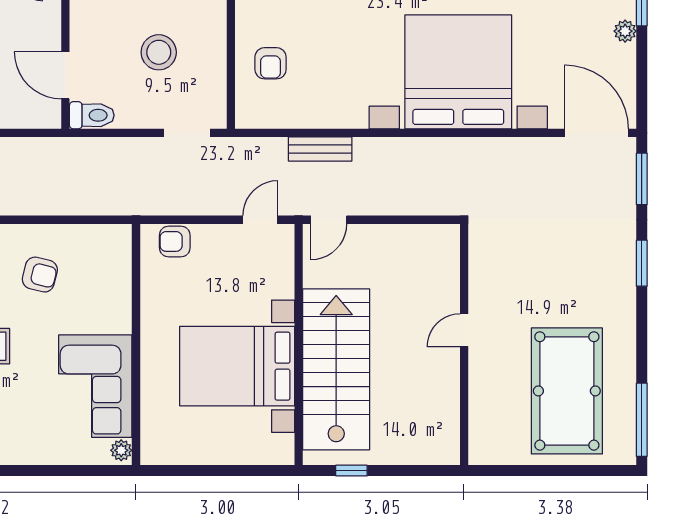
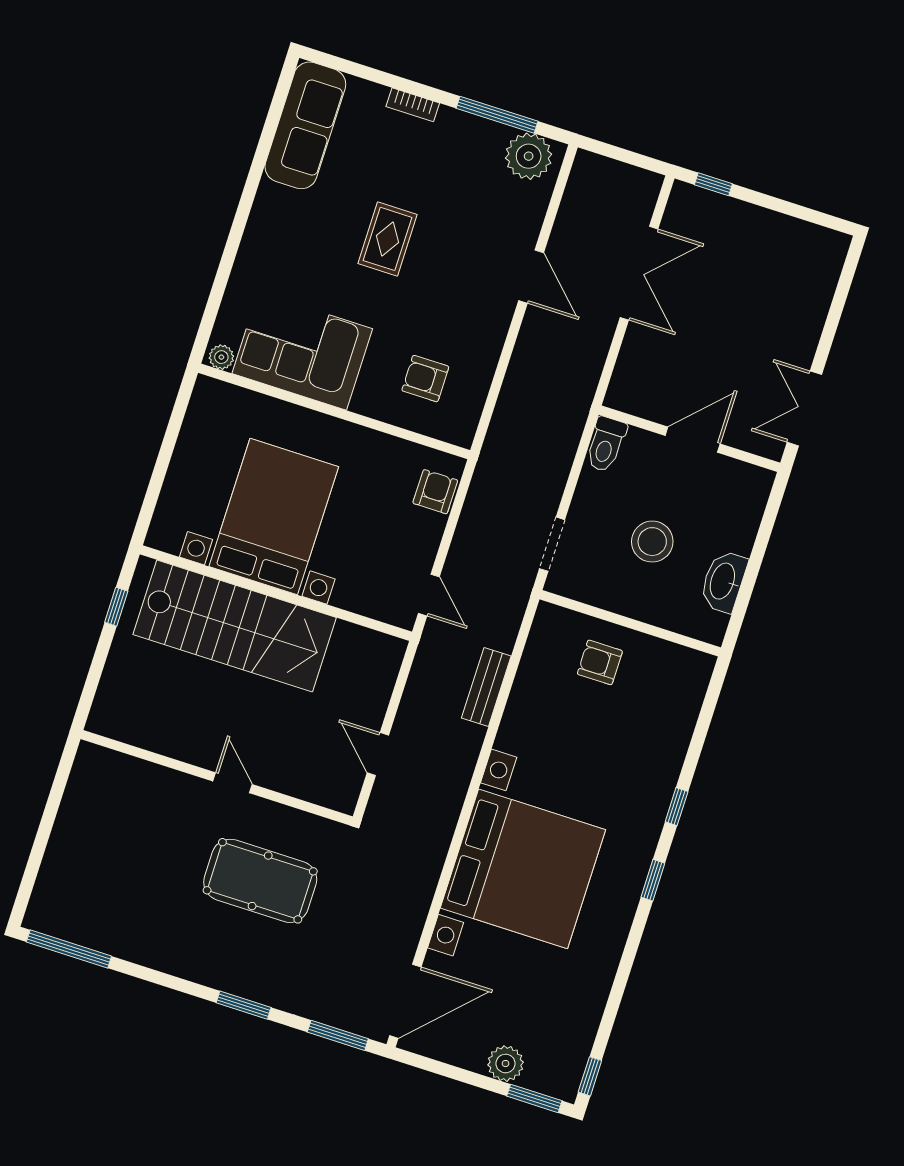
plant: (625, 31) -> (506, 1064), width x1.38, depth x1.38
door: (65, 75) -> (693, 440), moved
door: (329, 220) -> (378, 754), moved
armchair: (40, 275) -> (425, 379), moved, turned 76
pool table: (567, 391) -> (260, 881), moved, width x0.73, depth x0.76

